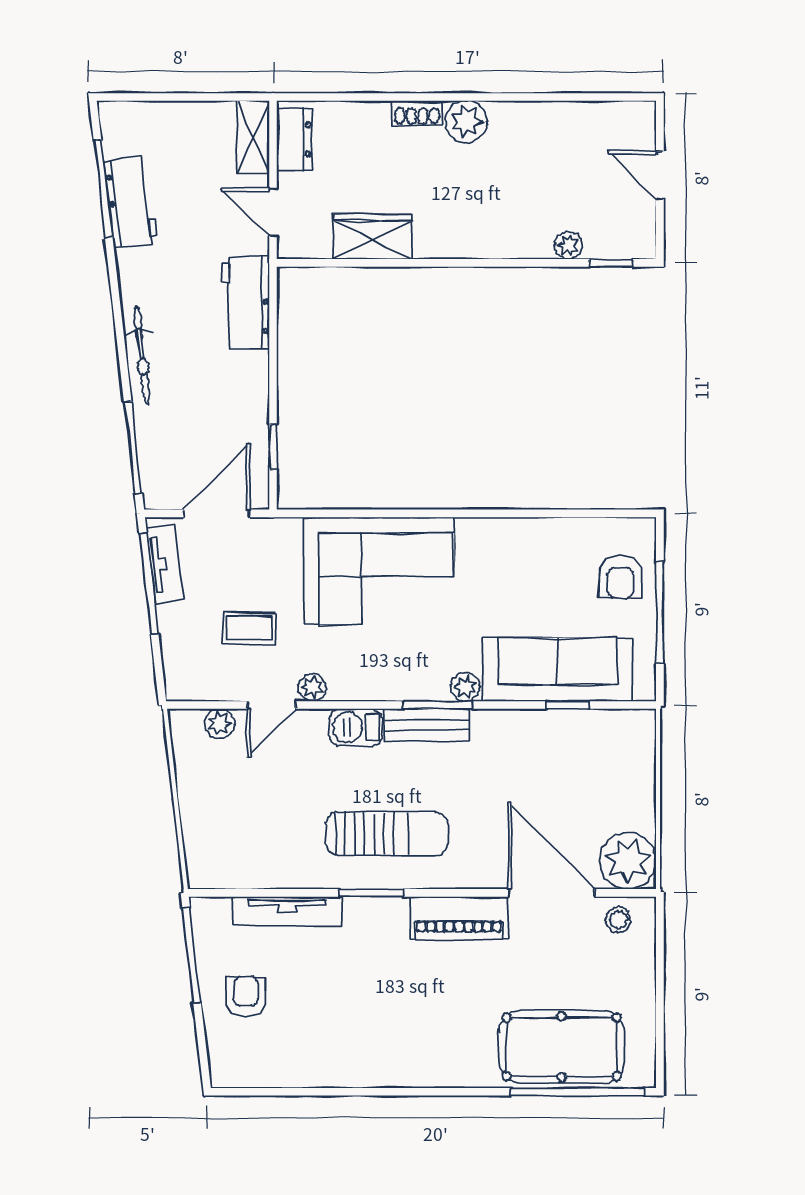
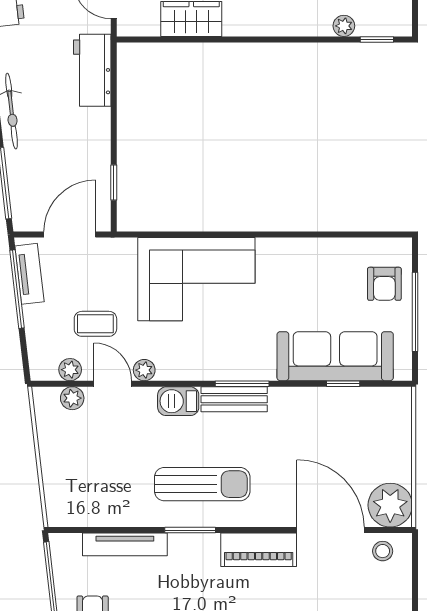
plant: (465, 687) -> (70, 370), moved
door: (272, 705) -> (113, 384), swing flipped

